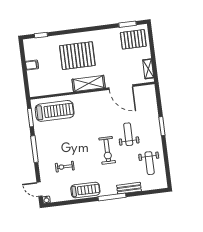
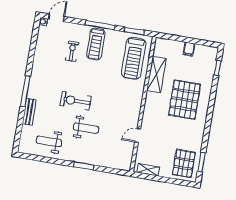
shelving: (89, 83) -> (156, 75), moved
door: (121, 87) -> (138, 135), width x0.53
treadmill: (85, 190) -> (96, 44), moved

